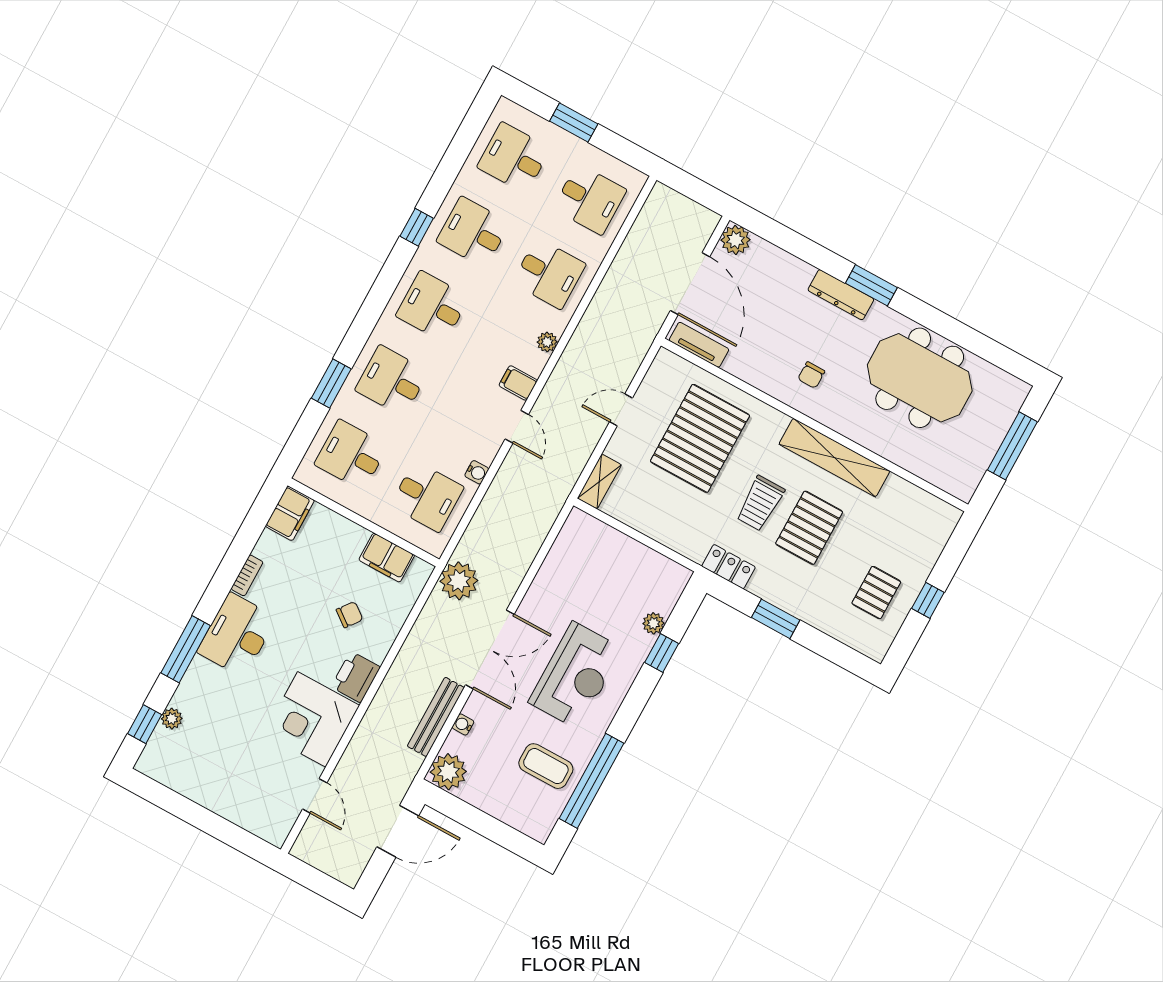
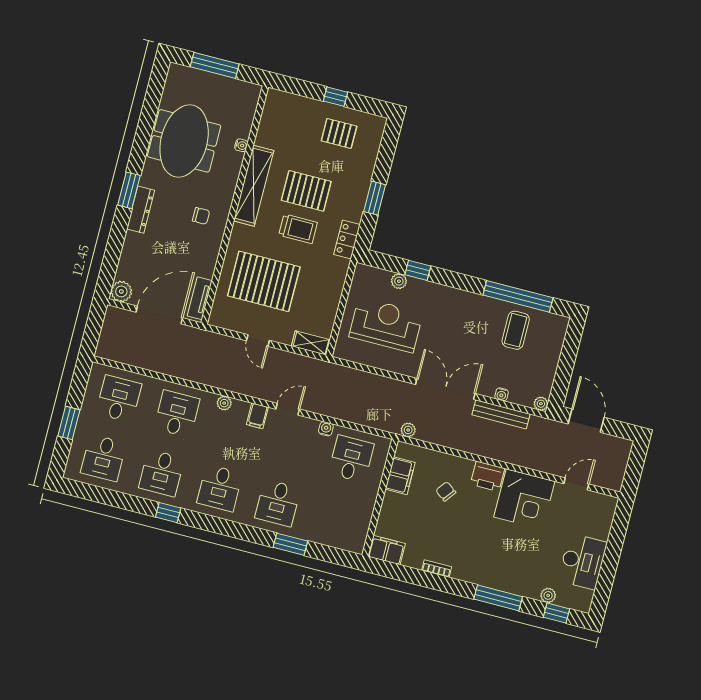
desk: (351, 455) -> (336, 518), removed
water cooler: (894, 455) -> (241, 145), added
plant: (459, 581) -> (408, 430), width x0.53, depth x0.53
desk: (237, 635) -> (582, 562), moved, turned -90
reception desk: (576, 675) -> (386, 325), moved
plant: (448, 772) -> (541, 404), width x0.53, depth x0.53

